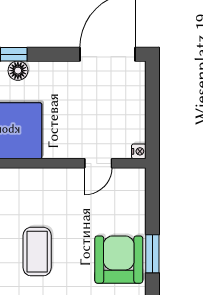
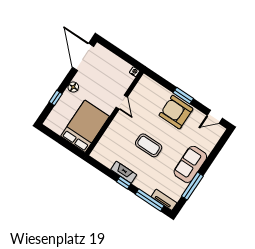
floor lamp: (18, 71) -> (73, 87), moved
door: (98, 163) -> (122, 102), moved

